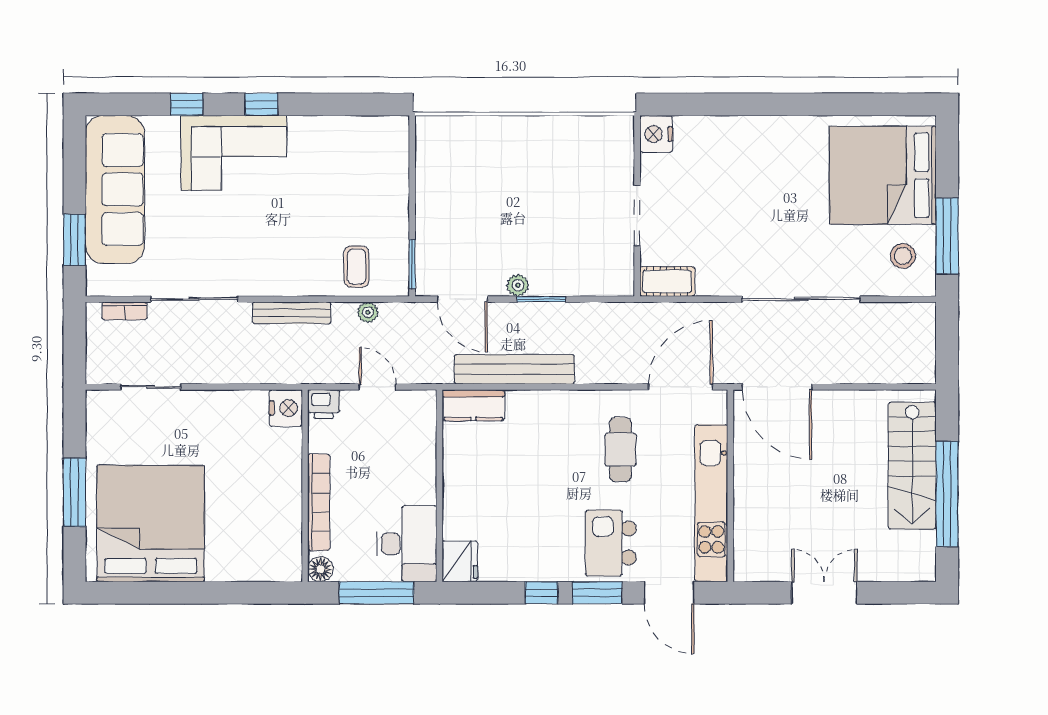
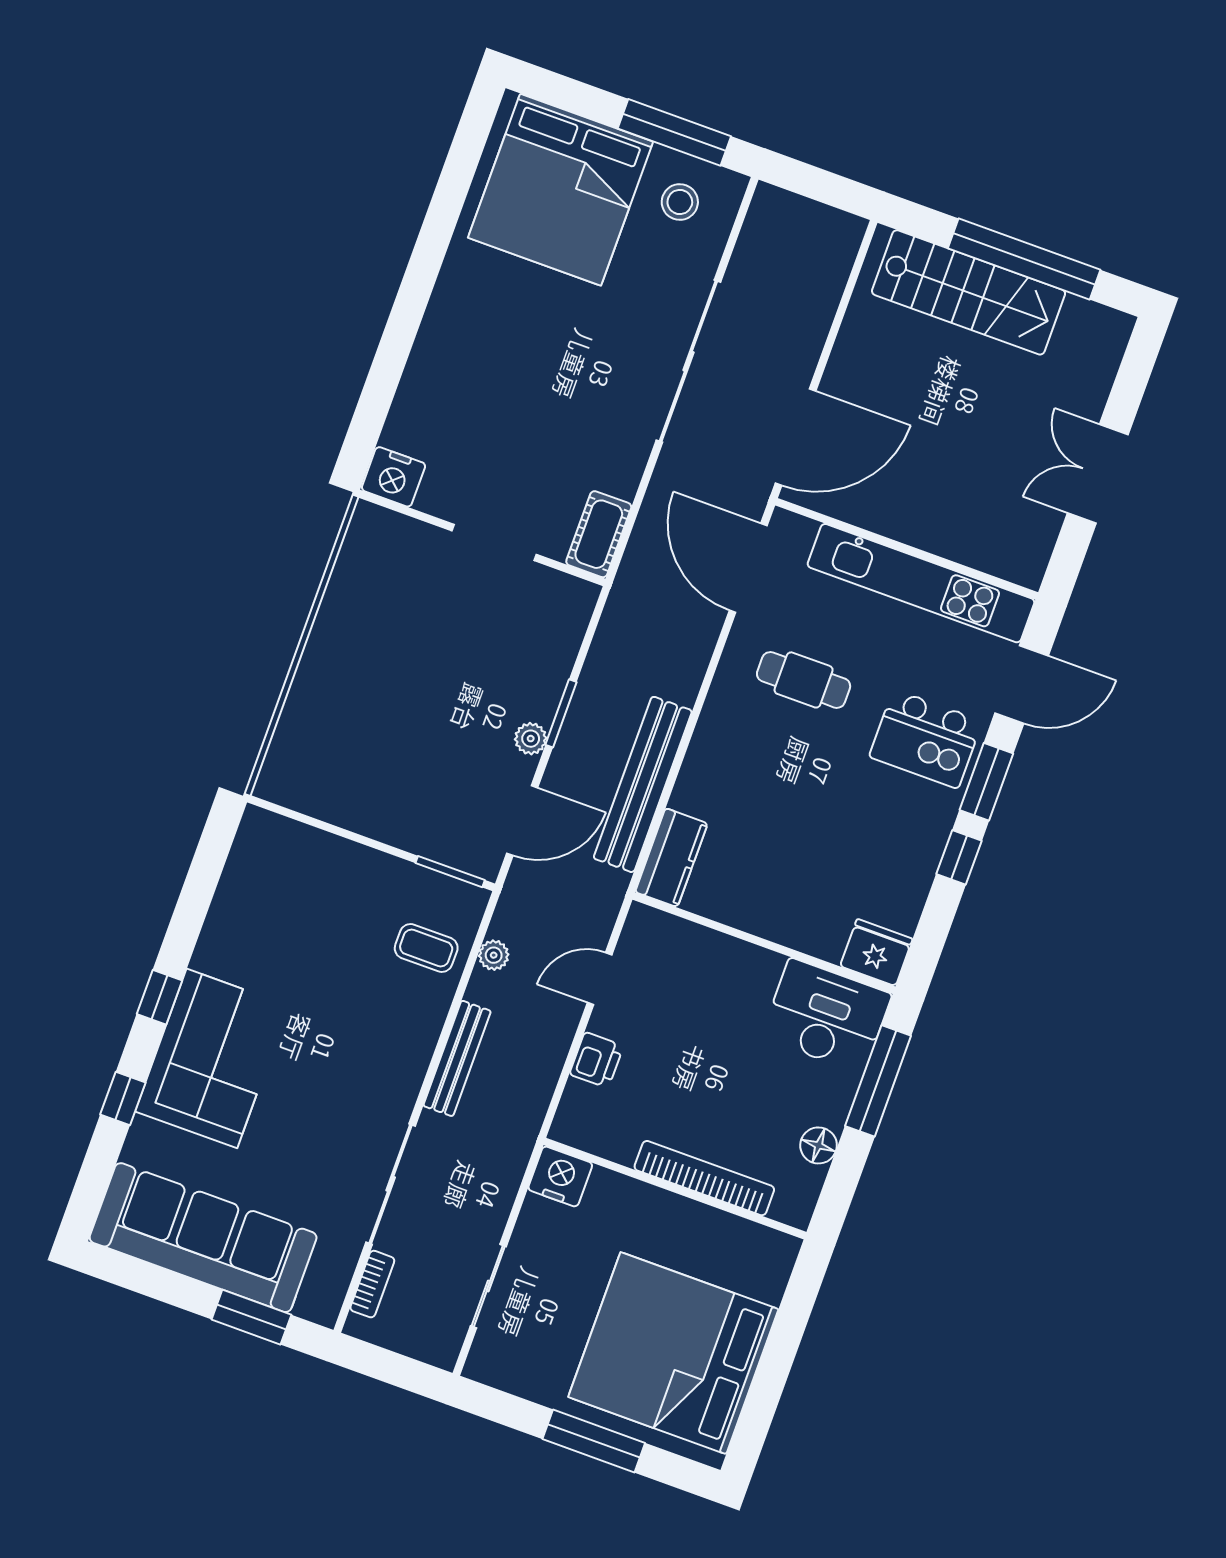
nightstand: (286, 408) -> (560, 1176), moved
wall: (305, 486) -> (675, 1189), moved
bookcase: (319, 502) -> (704, 1178), moved

